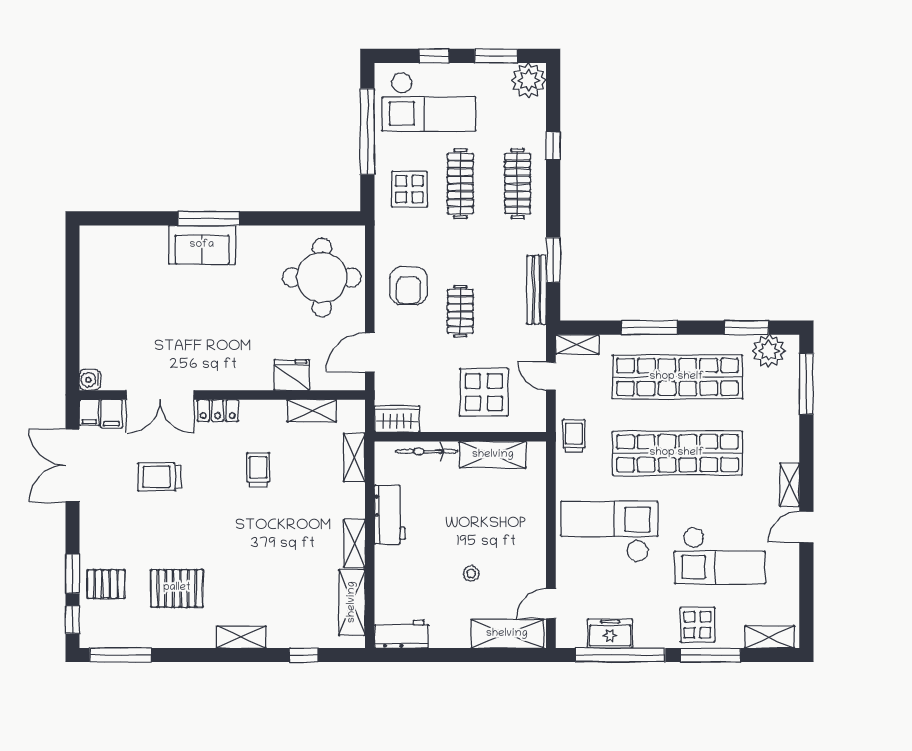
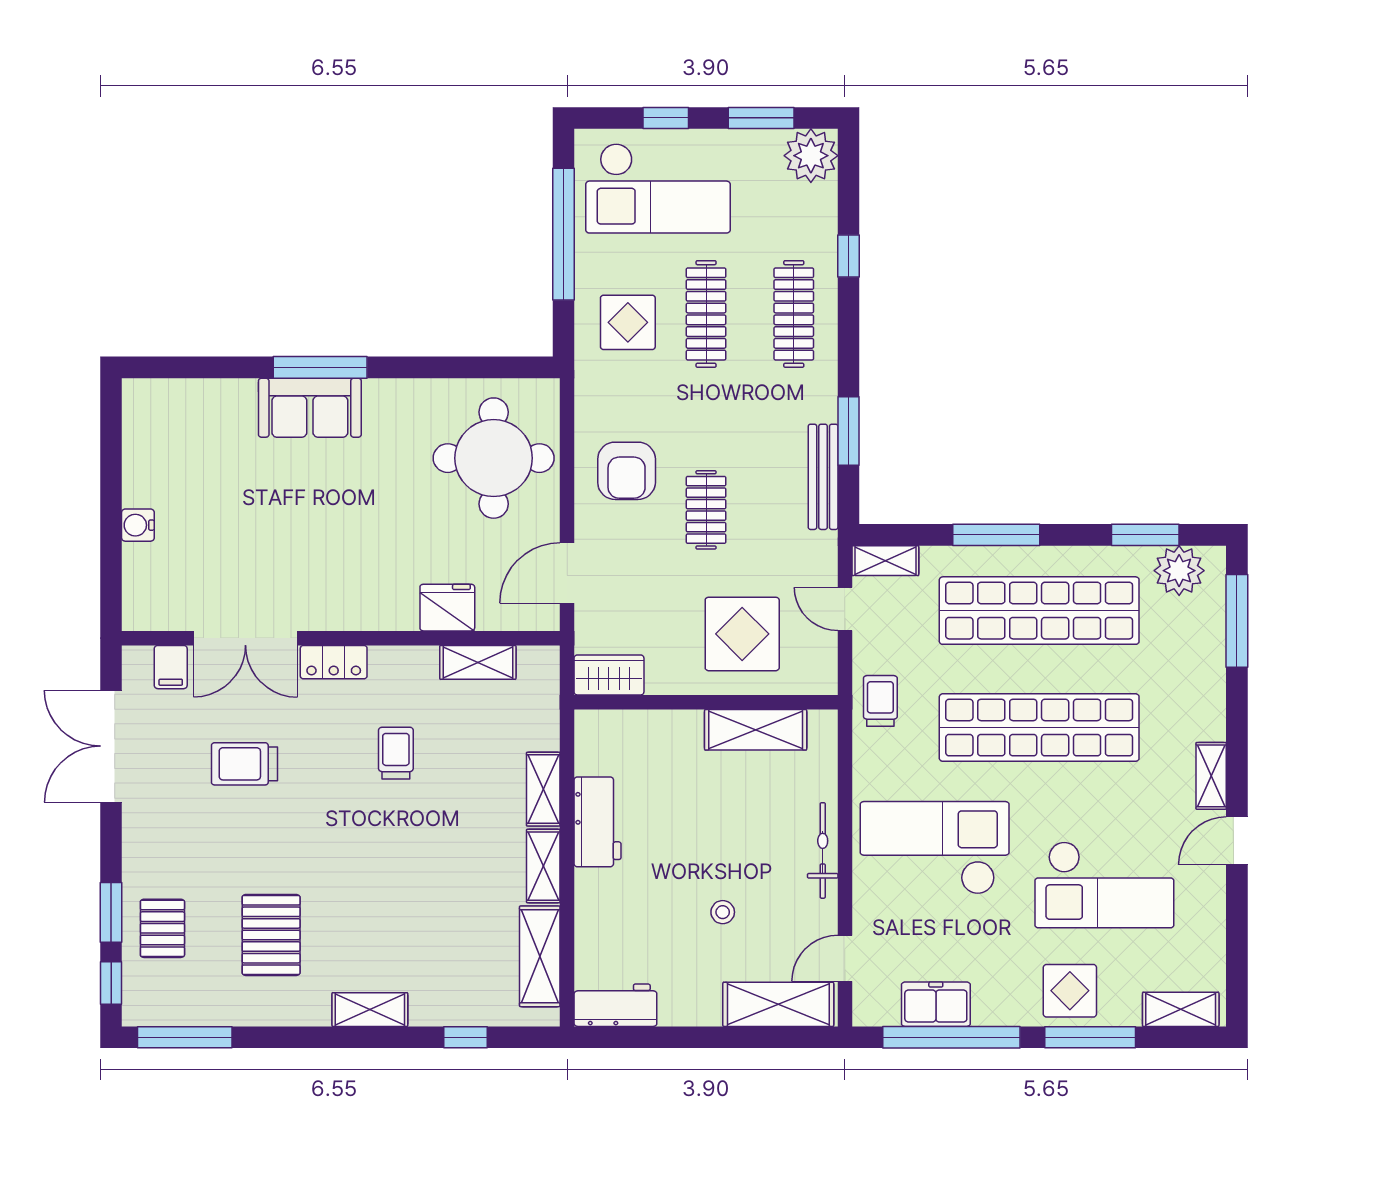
water cooler: (90, 380) -> (138, 525), moved
filing cabinet: (89, 413) -> (137, 665), removed
bicycle: (426, 451) -> (823, 850), moved, turned 90
shelving: (354, 458) -> (543, 789), moved
pallet: (106, 584) -> (162, 928), turned 90
pallet: (177, 588) -> (271, 935), turned 90

